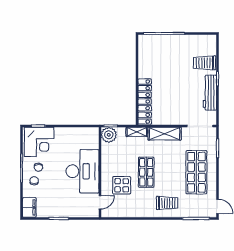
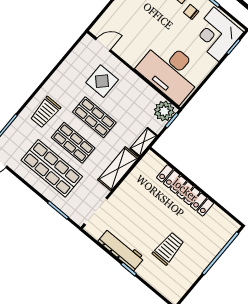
trolley: (205, 63) -> (168, 248), moved
locker: (145, 102) -> (185, 190), moved
desk: (83, 171) -> (171, 71), moved
shop shelf: (171, 172) -> (73, 143), added
door: (100, 202) -> (103, 45), swing flipped

